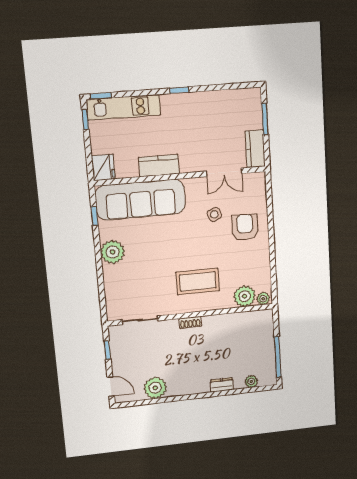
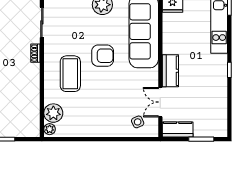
kitchen counter: (159, 166) -> (170, 71), moved
side table: (214, 214) -> (138, 122), moved
armchair: (245, 227) -> (103, 56), moved
shoe rack: (190, 322) -> (35, 53), moved

